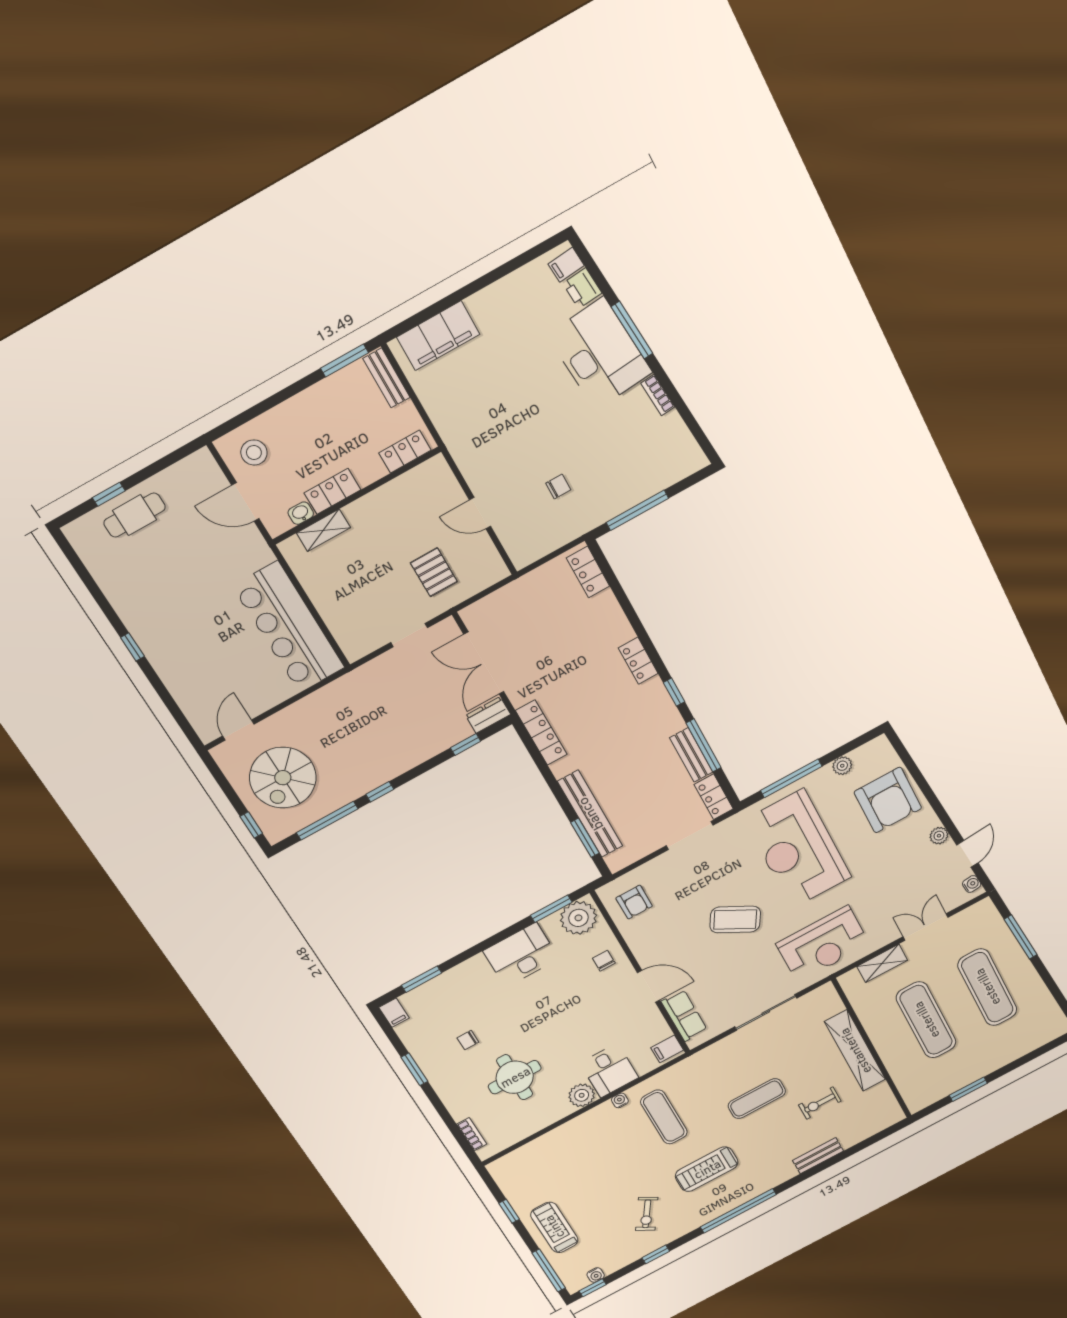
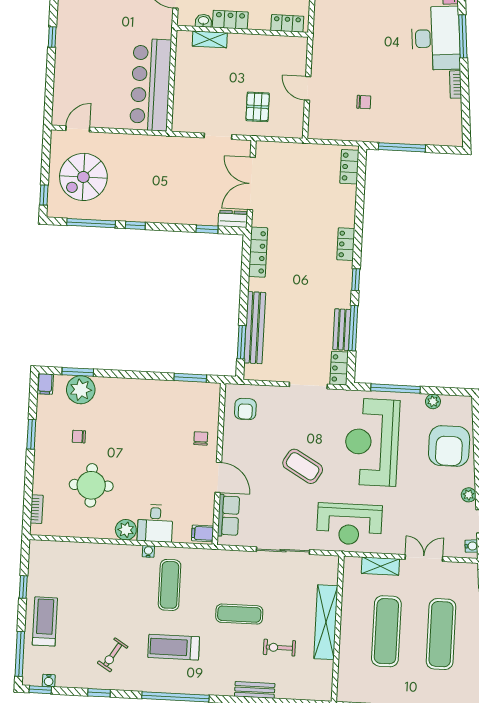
plant: (578, 918) -> (81, 390), moved
desk: (521, 955) -> (151, 398), removed

